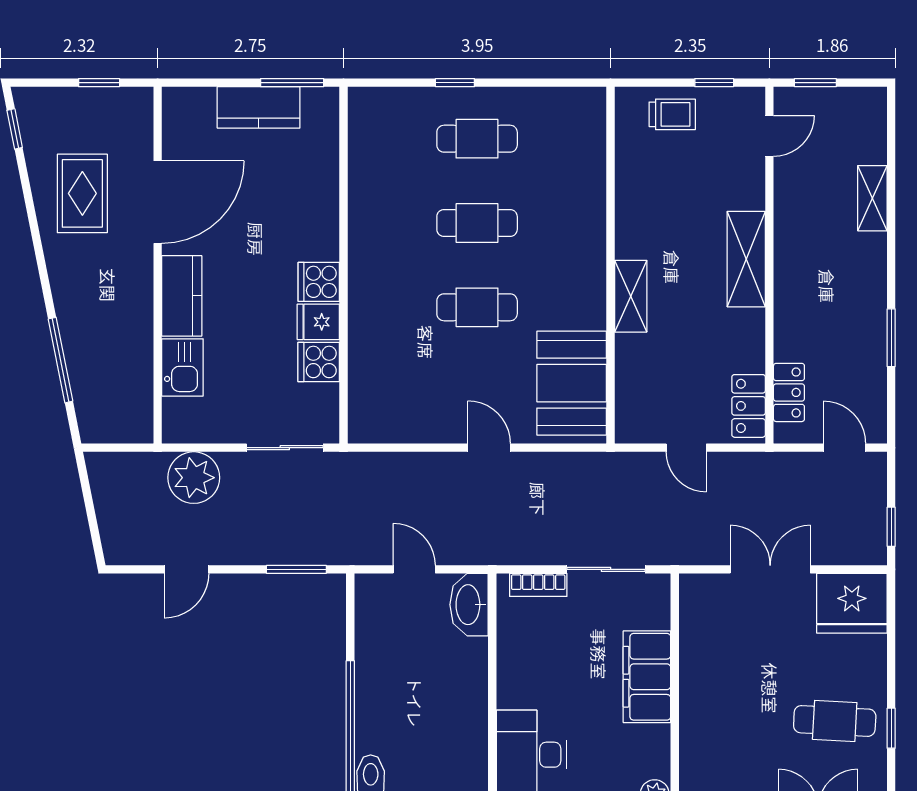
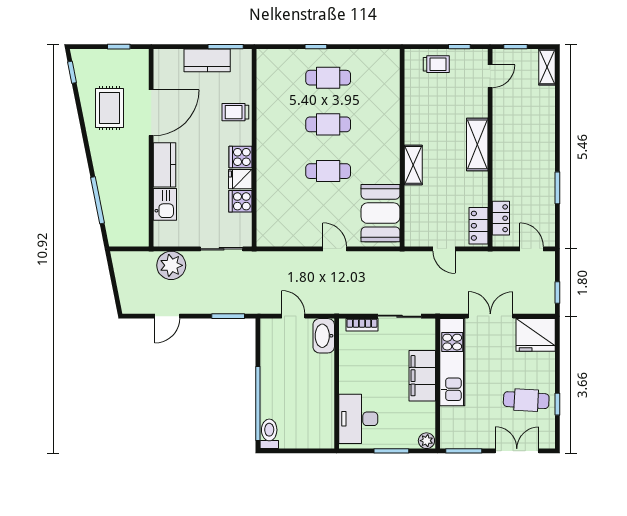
shelving: (872, 198) -> (547, 67), moved
trolley: (310, 201) -> (235, 112), added
kitchen unit: (701, 652) -> (452, 362), added

